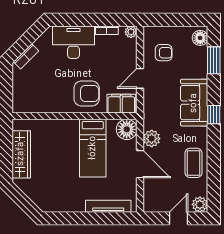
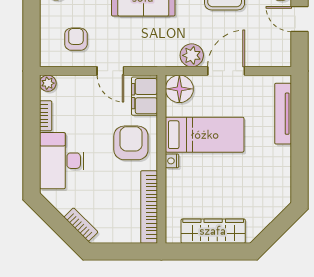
bookcase: (39, 107) -> (149, 207), added
nightstand: (73, 124) -> (172, 161), added

